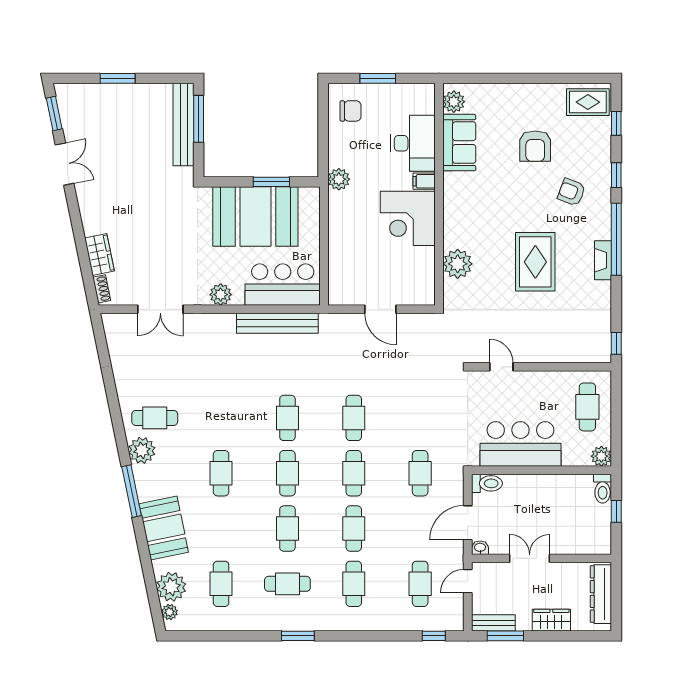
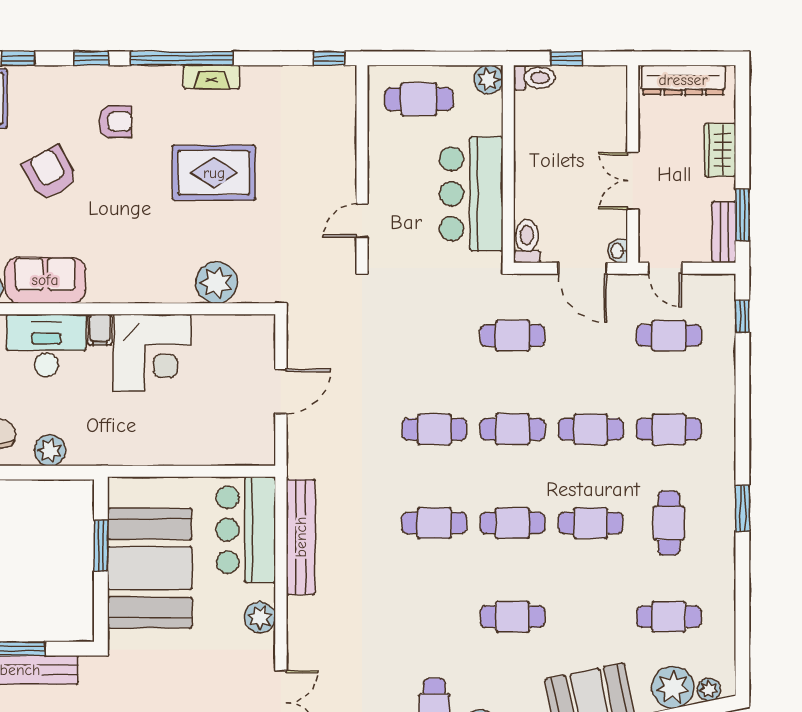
armchair: (535, 146) -> (50, 173), turned -119
plant: (339, 179) -> (50, 450), moved
armchair: (572, 192) -> (115, 122), turned -111

